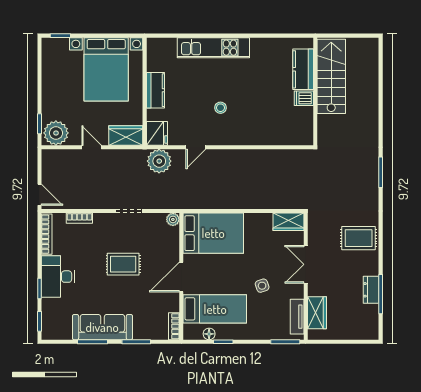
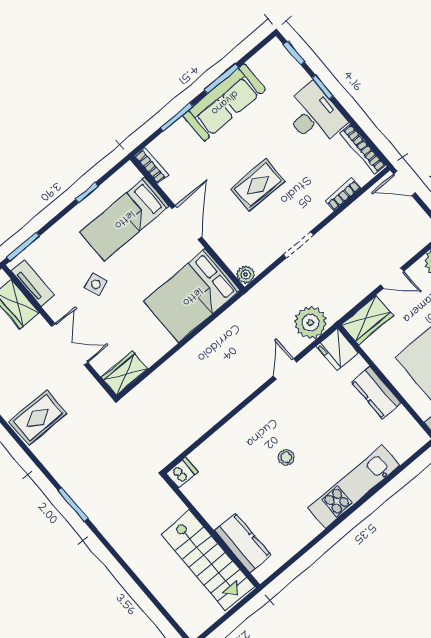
dishwasher: (304, 98) -> (182, 473), moved
stool: (220, 108) -> (286, 457), moved
floor lamp: (209, 334) -> (108, 188), removed

